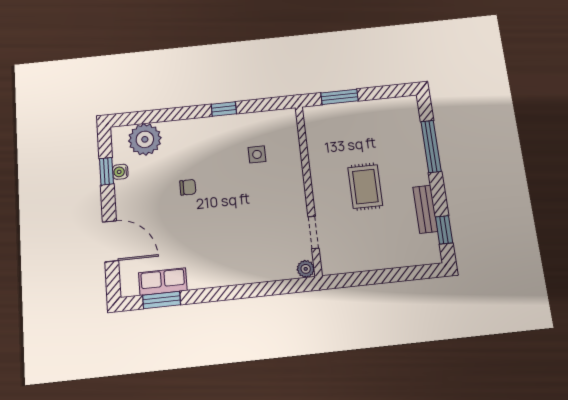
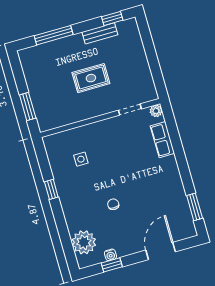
row of seats: (163, 282) -> (162, 140), moved

